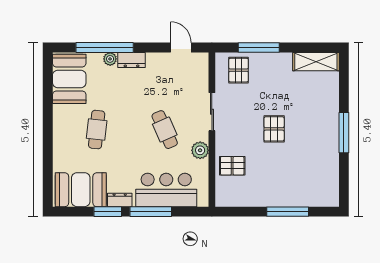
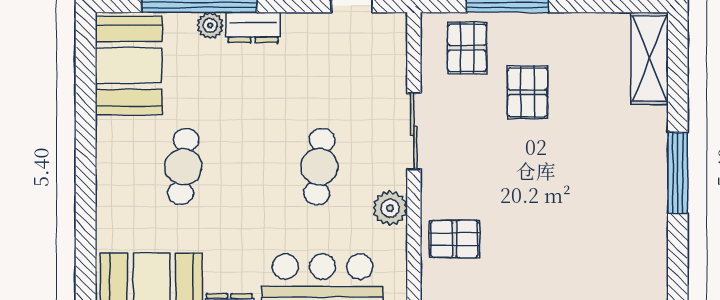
shelving: (316, 62) -> (650, 58), moved, turned 90
pallet: (274, 129) -> (528, 92), moved
cafe table: (165, 130) -> (319, 167), turned 30

